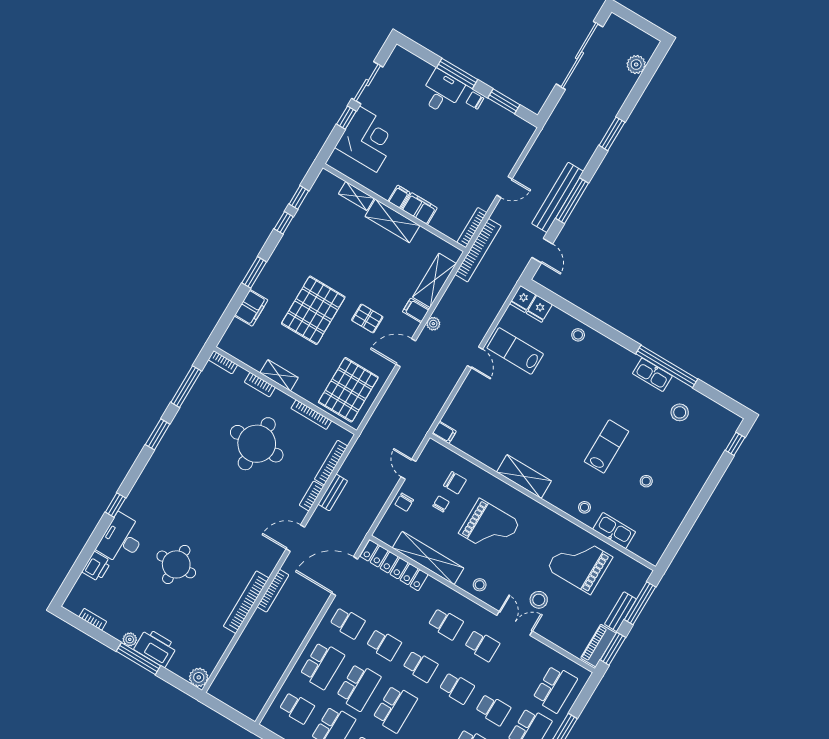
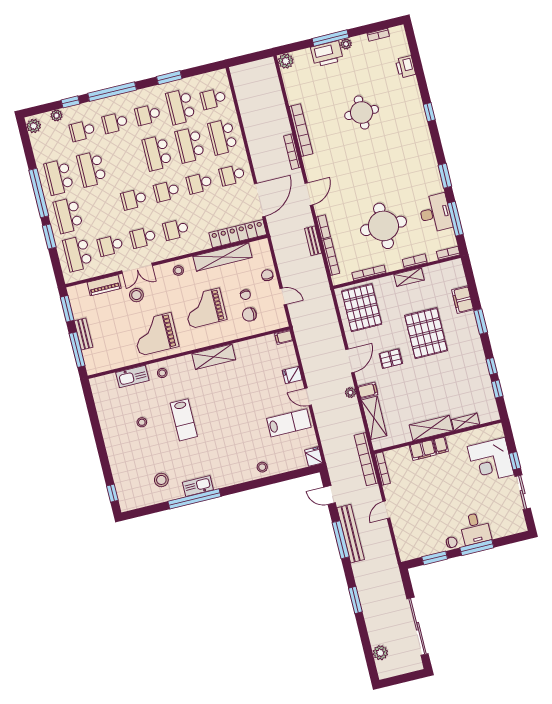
fridge: (539, 309) -> (292, 375), moved, turned -90
desk: (122, 539) -> (435, 213), moved
grand piano: (580, 563) -> (155, 334), moved, turned 180
piano: (598, 646) -> (104, 285), moved, turned 90
school desk: (493, 710) -> (110, 246), moved

